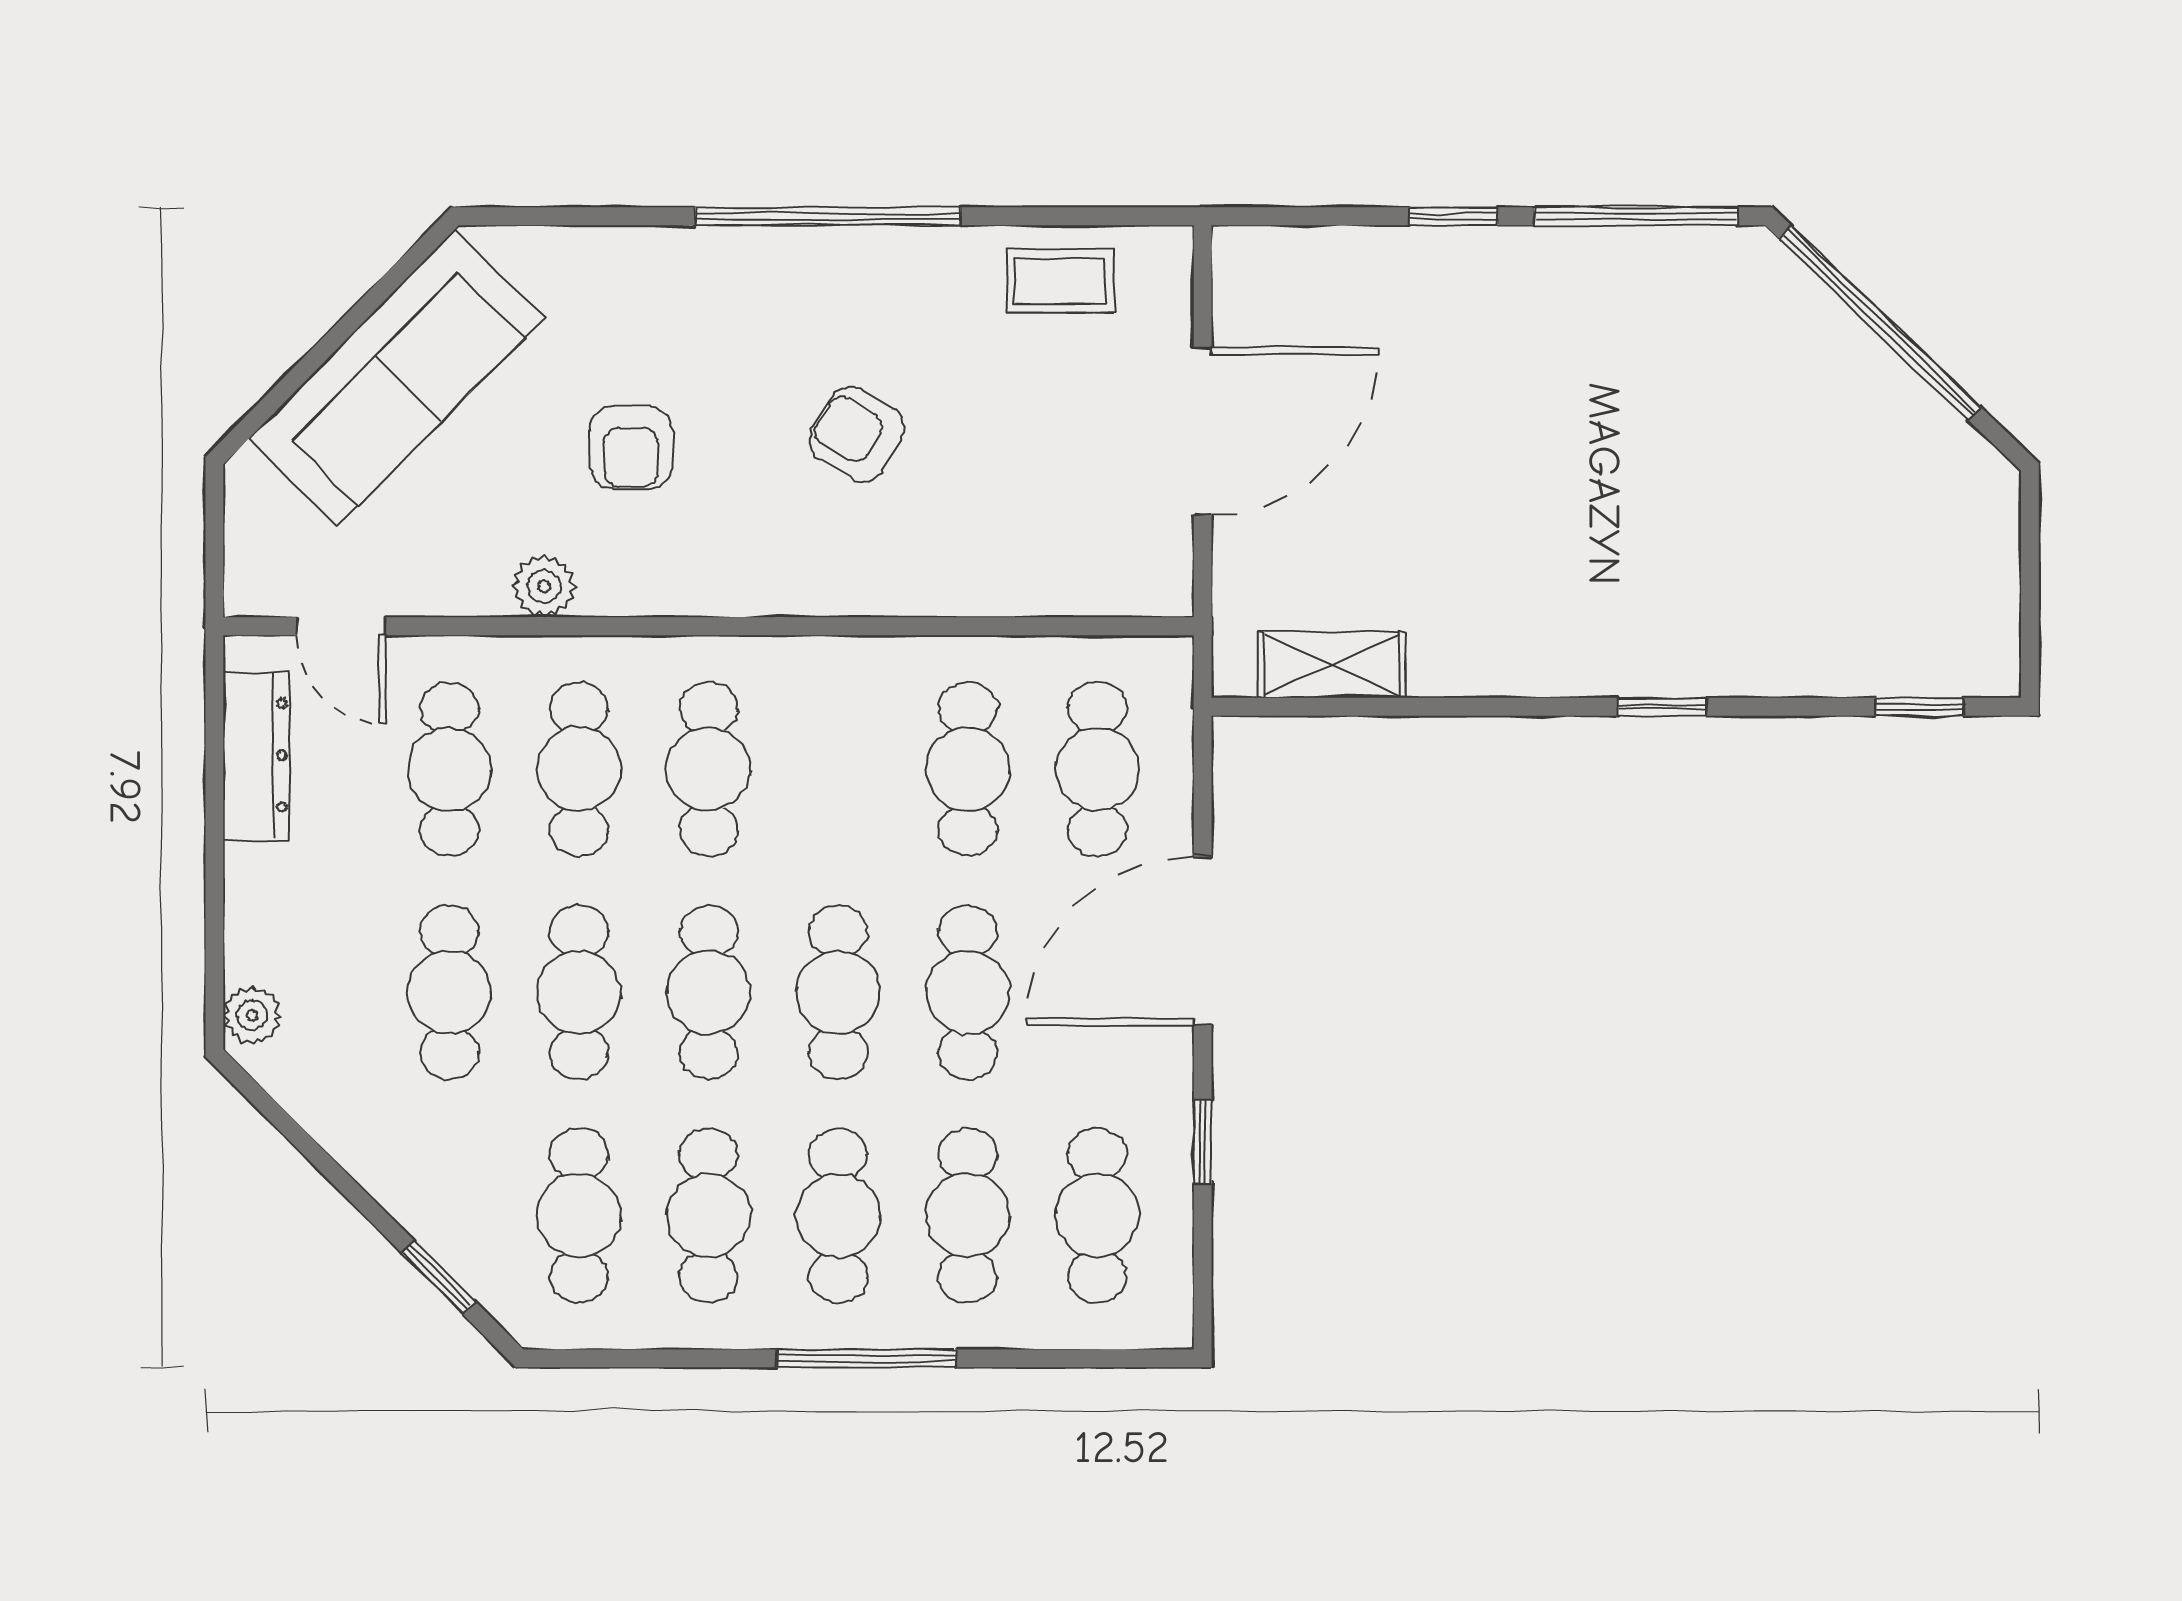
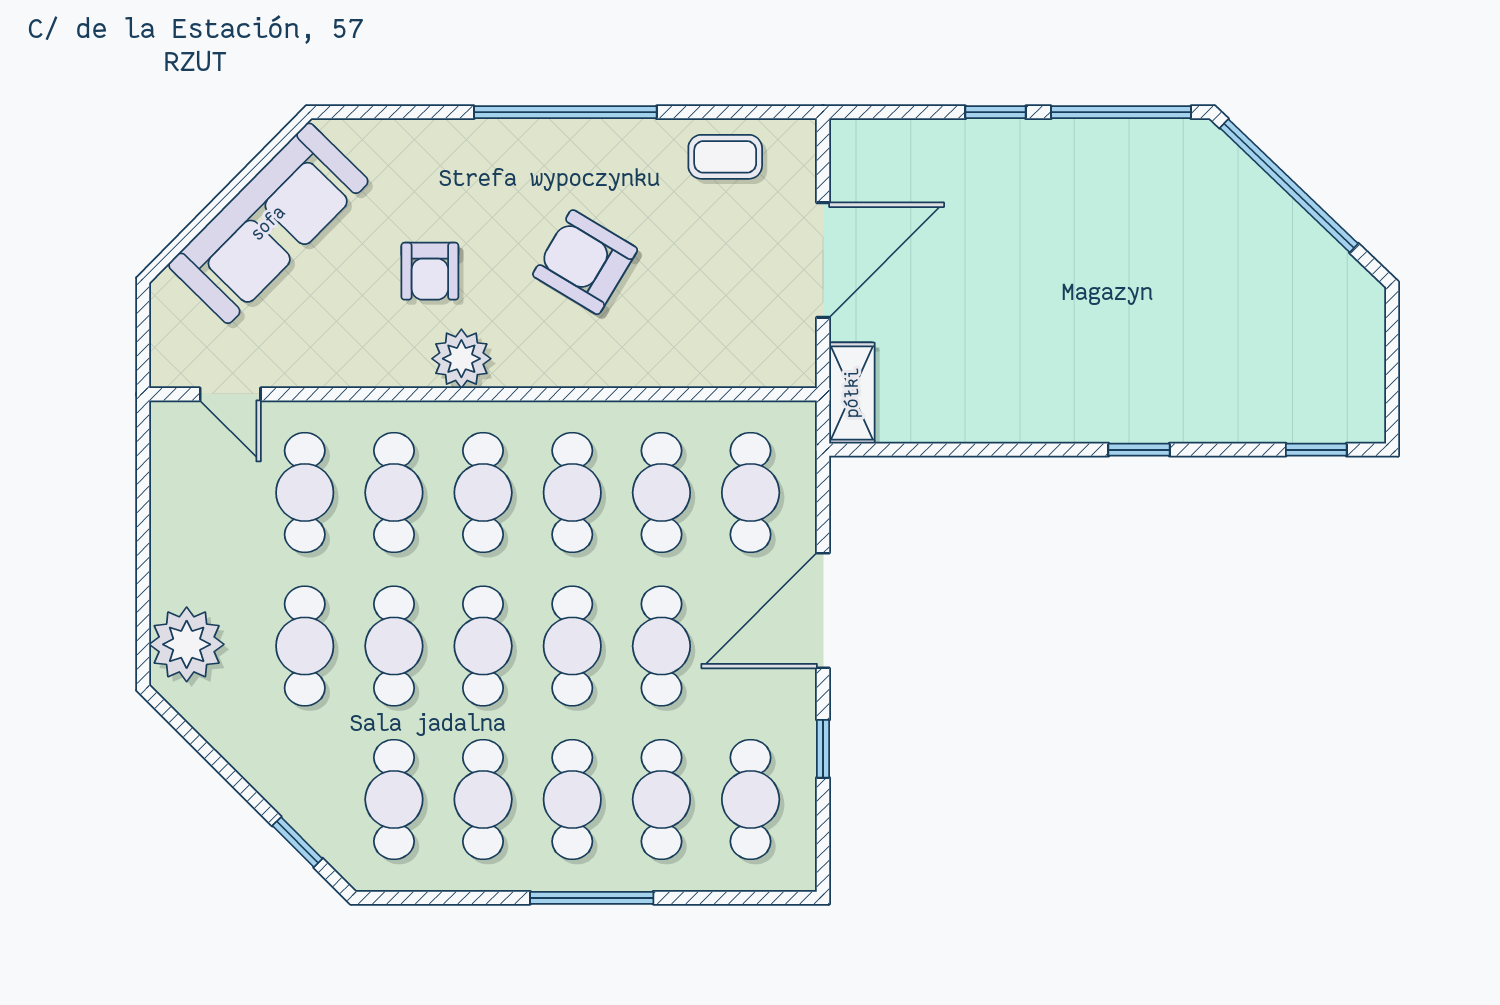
armchair: (857, 434) -> (585, 262), width x1.38, depth x1.38
plant: (544, 586) -> (461, 359), moved, width x1.38, depth x1.38
shelving: (1332, 665) -> (852, 393), moved, turned 90
dresser: (256, 755) -> (172, 483), removed
cafe table: (838, 769) -> (572, 493), added
plant: (252, 1015) -> (187, 644), width x1.87, depth x1.87

